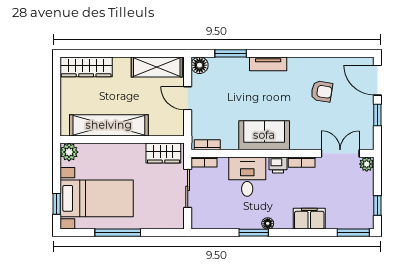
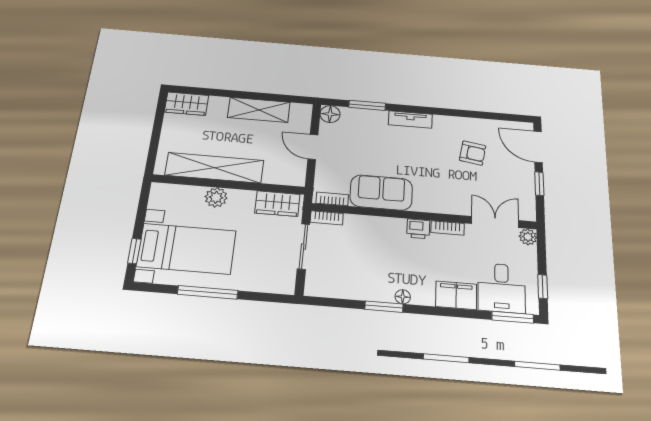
wardrobe: (86, 67) -> (187, 104), width x0.67
shelving: (157, 67) -> (259, 110), moved
sofa: (264, 135) -> (381, 193), moved
plant: (69, 152) -> (216, 197), moved
desk: (247, 177) -> (502, 288), moved, turned 180

